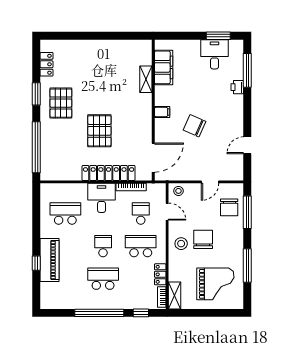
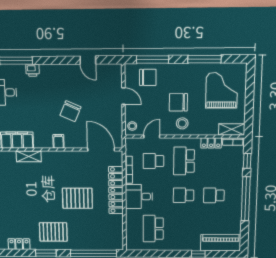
piano: (50, 260) -> (221, 243), moved
school desk: (103, 279) -> (214, 195), width x0.54

